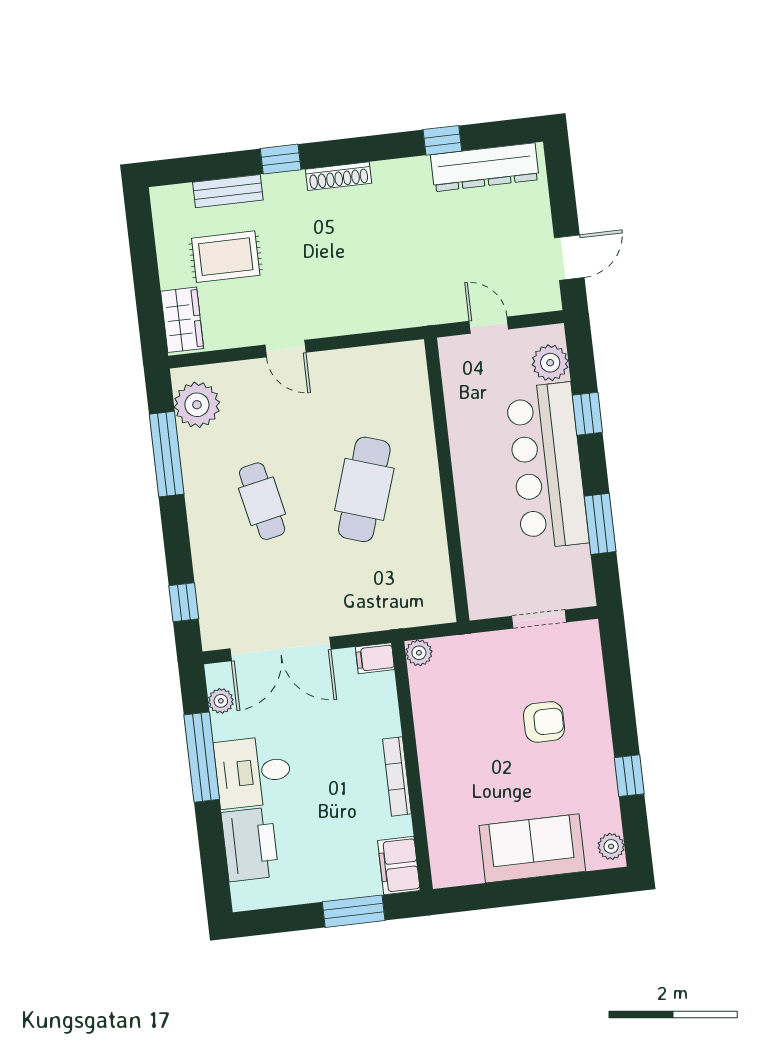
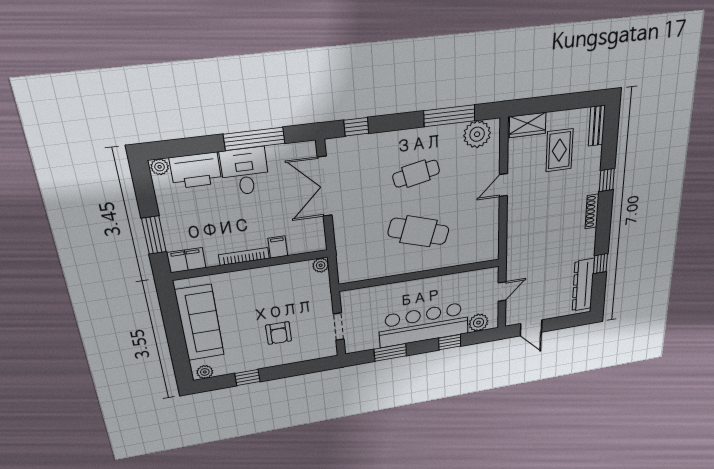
bench: (228, 191) -> (597, 126), moved
filing cabinet: (375, 658) -> (278, 247), moved
plant: (221, 701) -> (160, 167), moved
sofa: (532, 848) -> (200, 323), width x1.36

